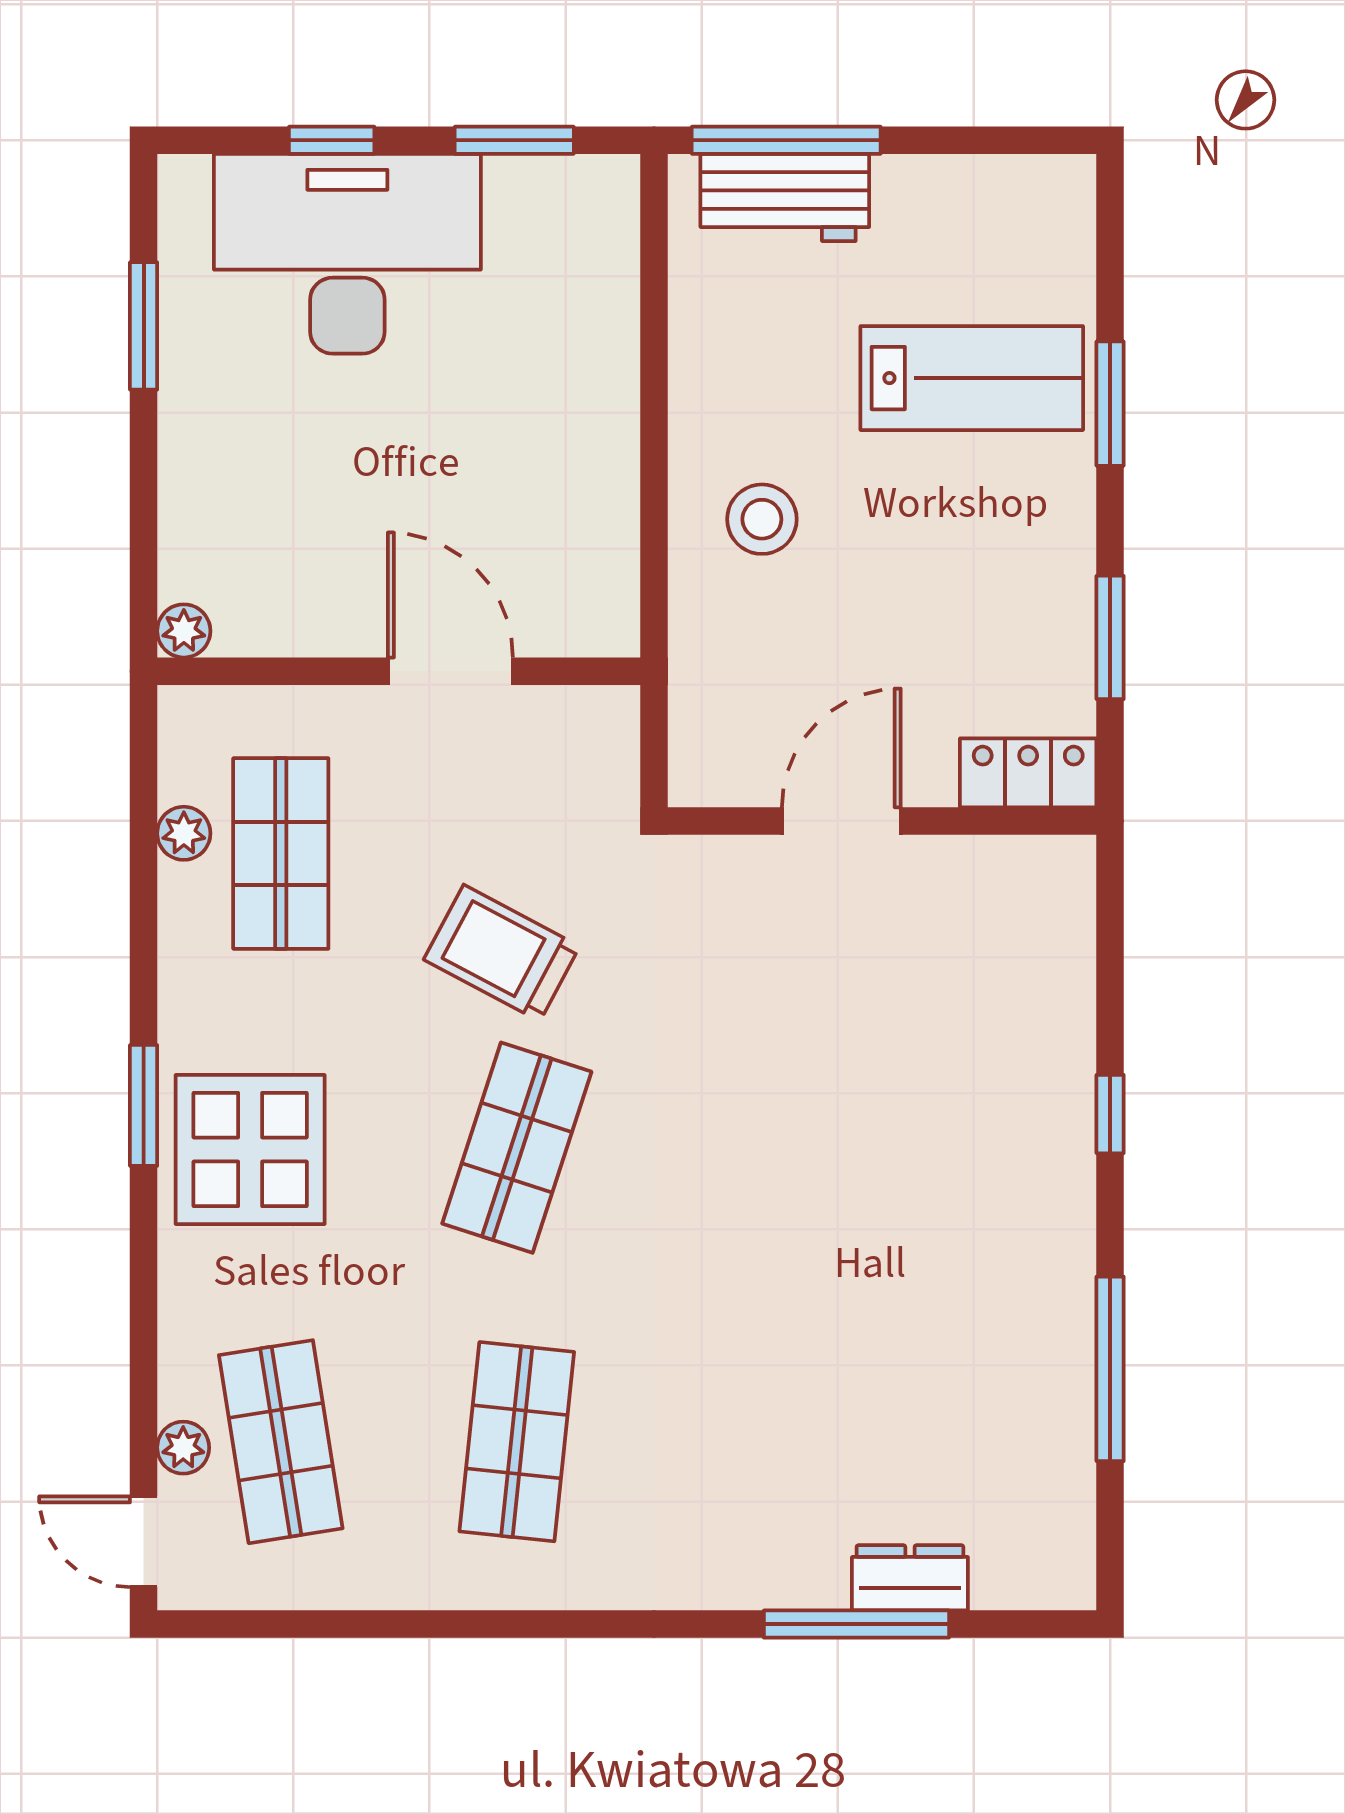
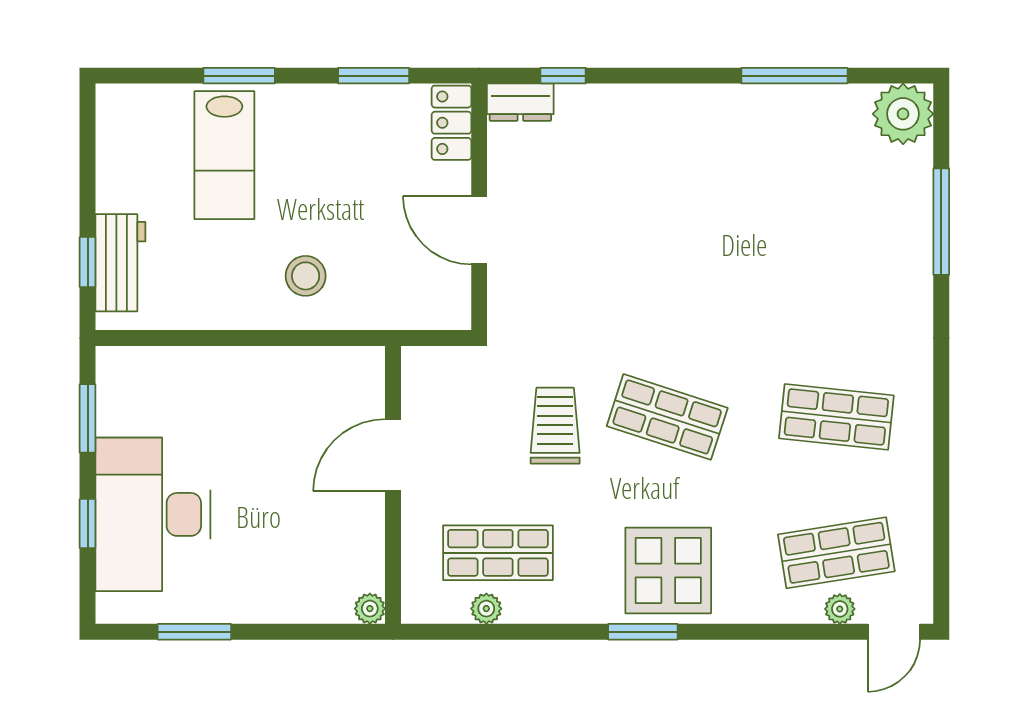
window: (786, 140) -> (88, 262), width x0.46
lab bench: (972, 378) -> (224, 155), turned 180
trolley: (502, 953) -> (555, 426), turned 152
window: (1110, 1114) -> (563, 76), moved
plant: (1044, 1558) -> (903, 114), added
dresser: (910, 1578) -> (520, 102), moved, turned -90

